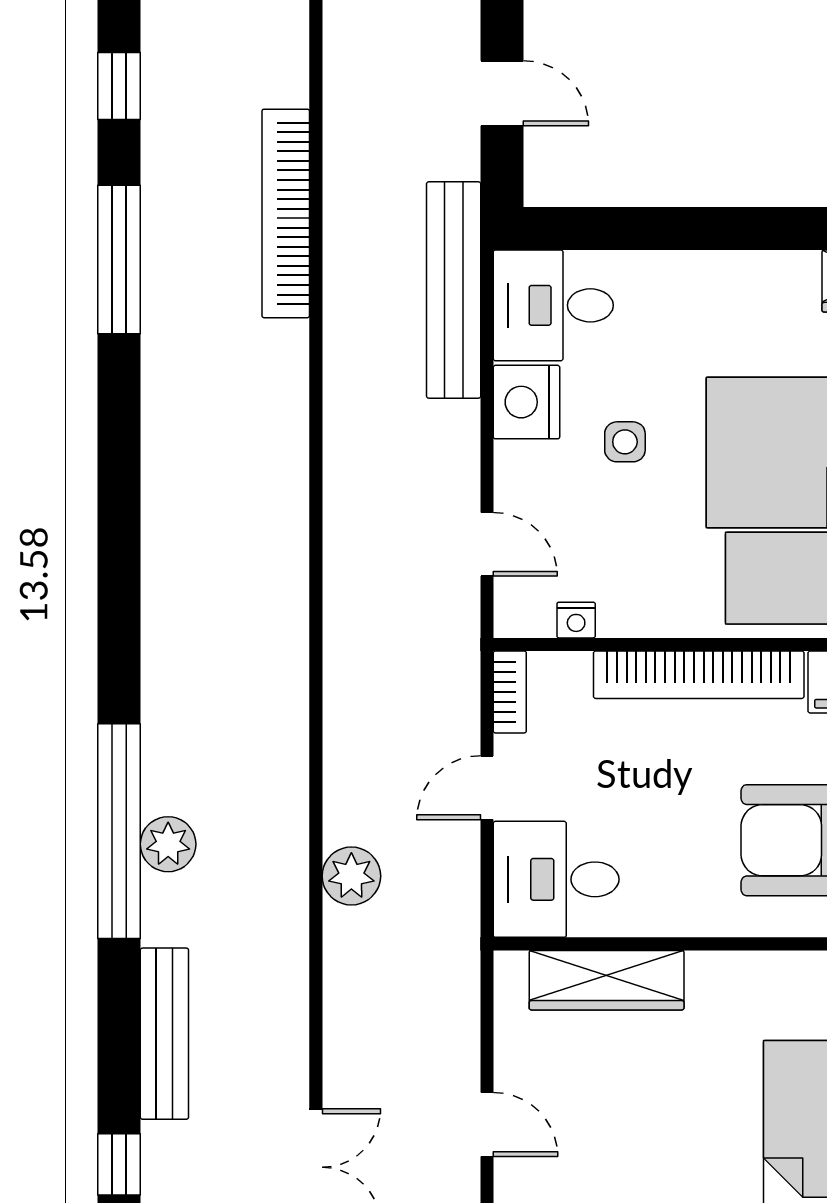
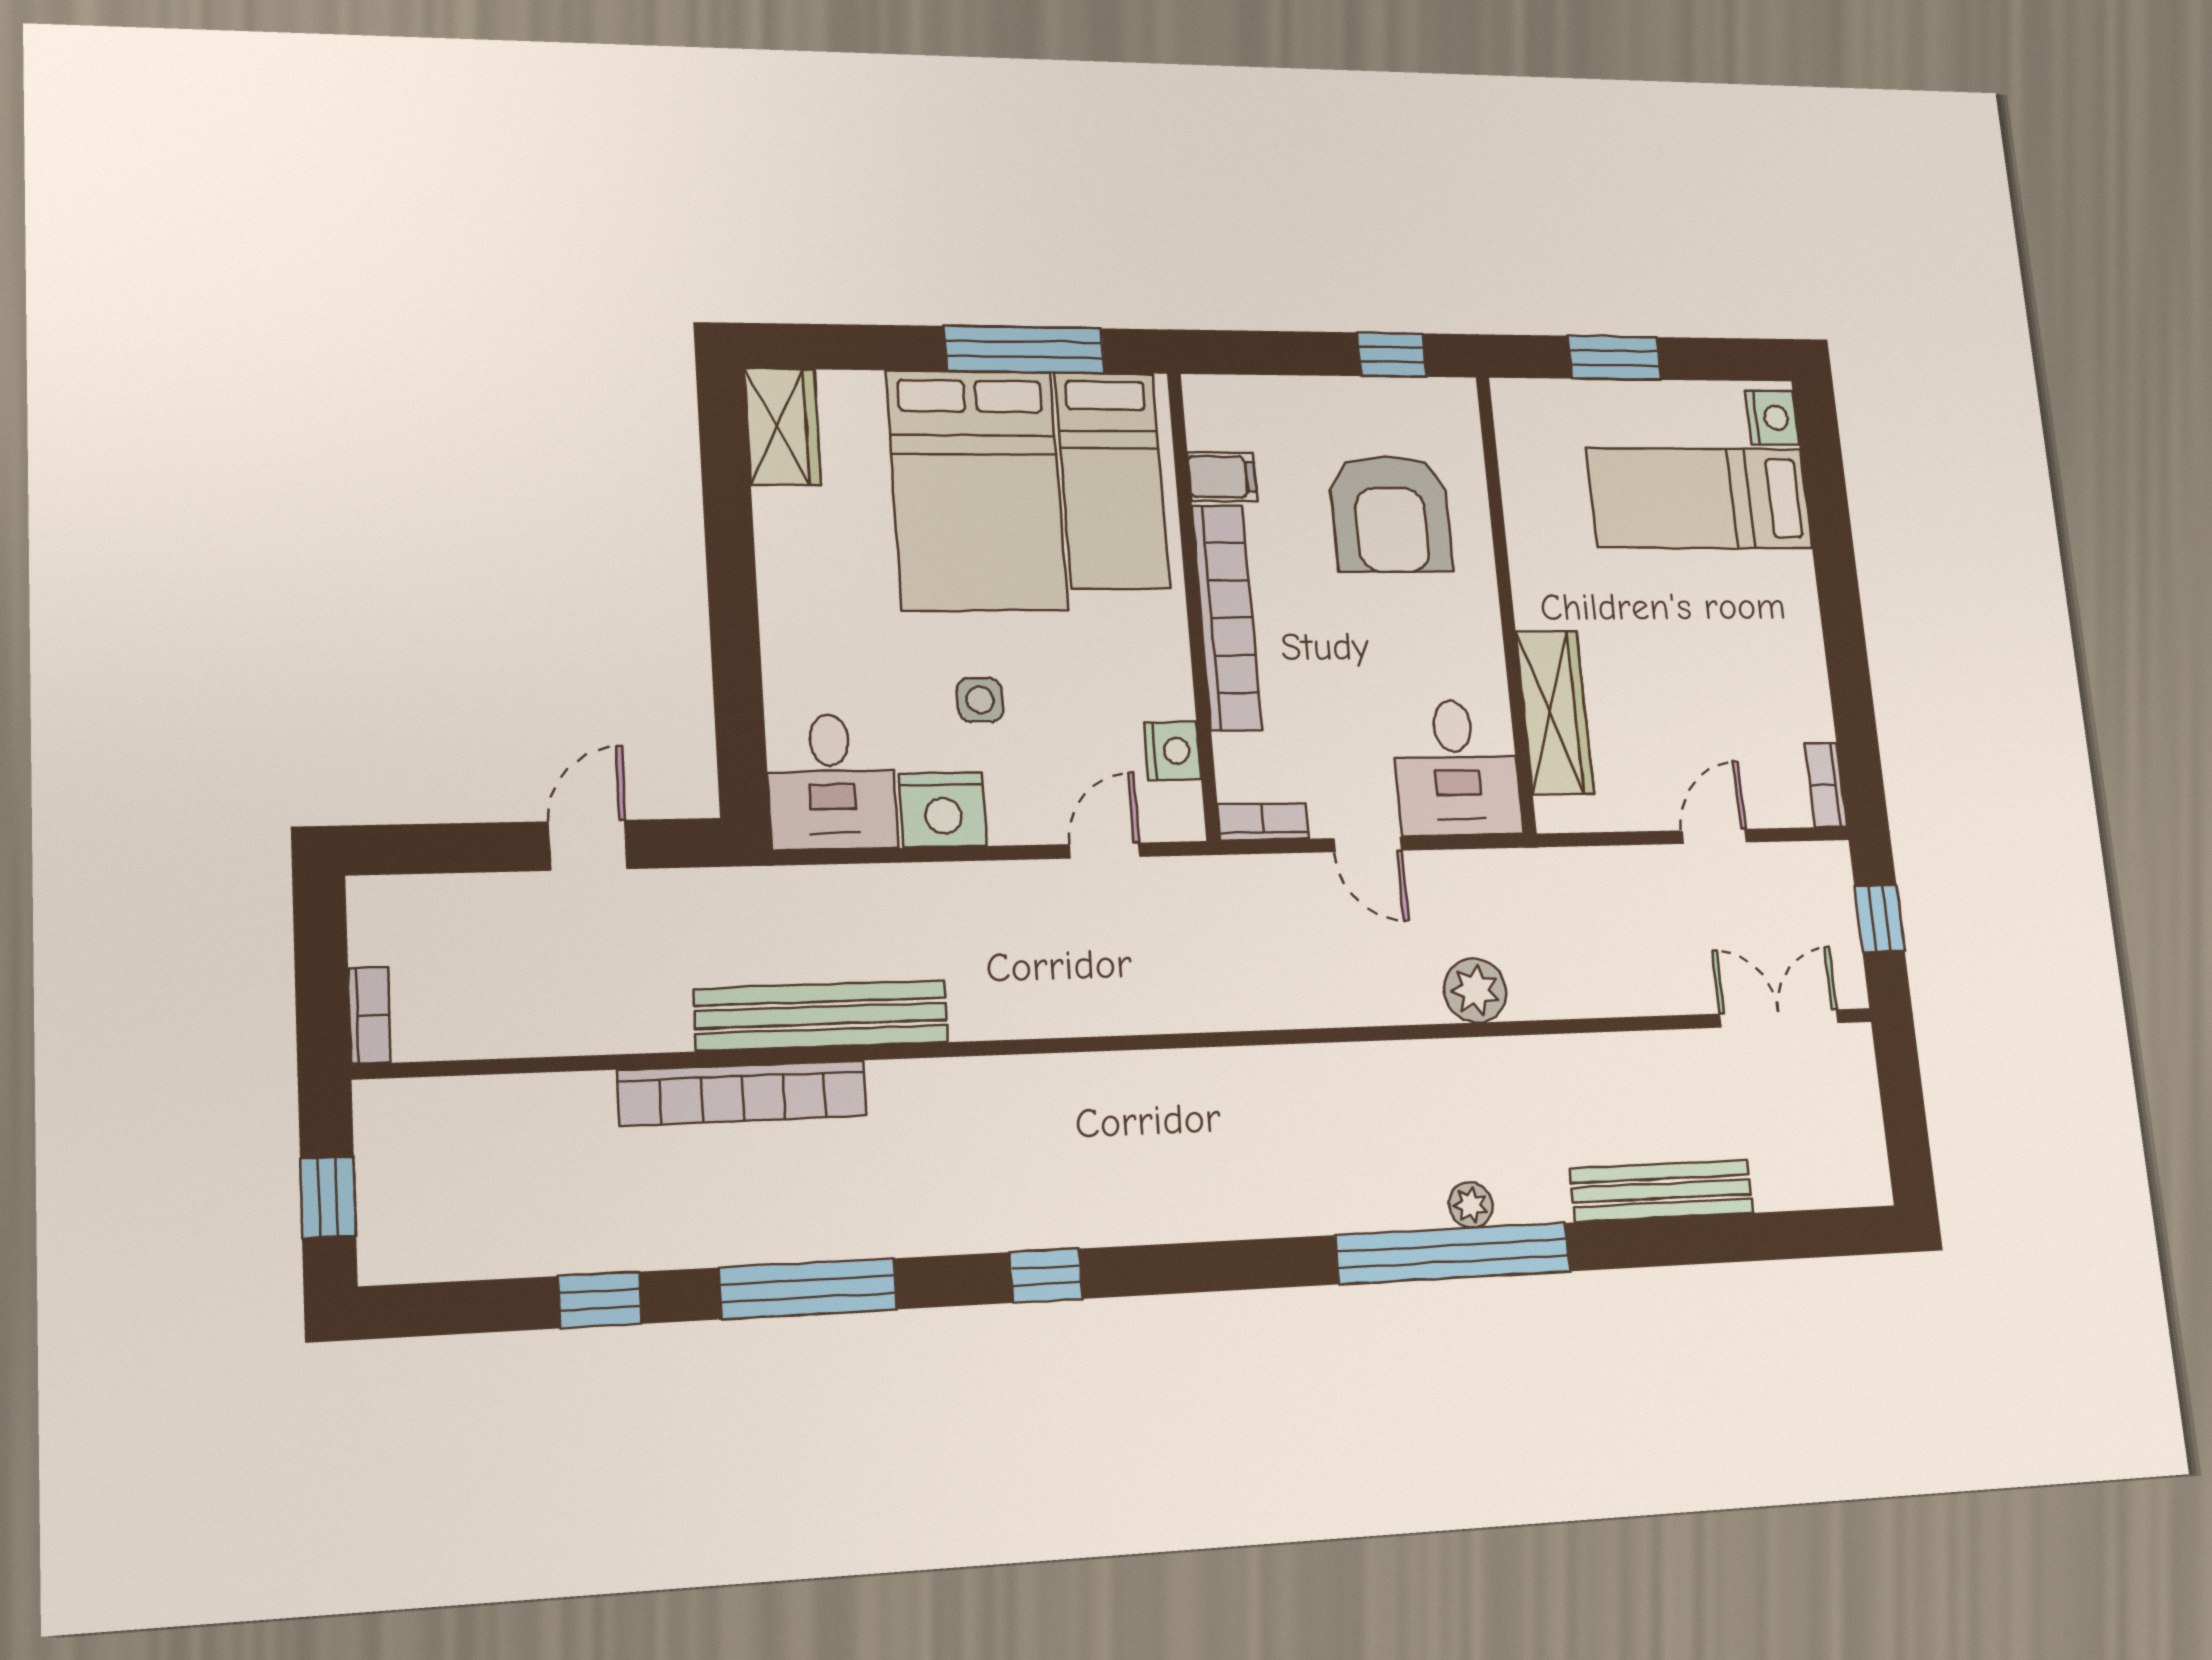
bench: (454, 290) -> (821, 1016), moved
nightstand: (576, 620) -> (1172, 751), width x1.39, depth x1.35
plant: (168, 844) -> (1471, 1205), width x0.73, depth x0.73
window: (119, 1164) -> (1046, 1276), moved

